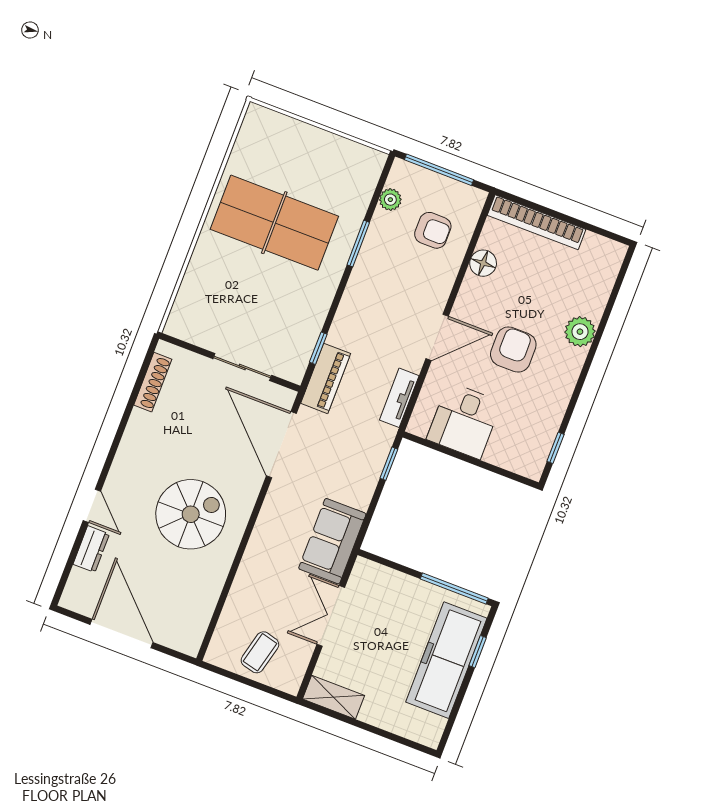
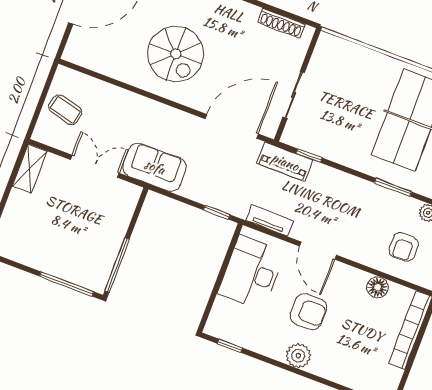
plant: (580, 332) -> (298, 356), moved
desk: (464, 421) -> (251, 273), width x1.37
window: (478, 652) -> (67, 284), width x2.17
freezer: (446, 660) -> (60, 259), removed

